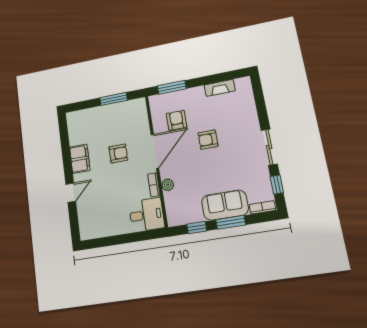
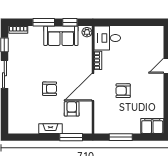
fireplace: (220, 88) -> (50, 129), moved
armchair: (177, 120) -> (72, 109), turned 180
filing cabinet: (80, 159) -> (152, 126), moved, turned 90
plant: (168, 185) -> (87, 32), moved
sofa: (225, 205) -> (61, 36), moved

